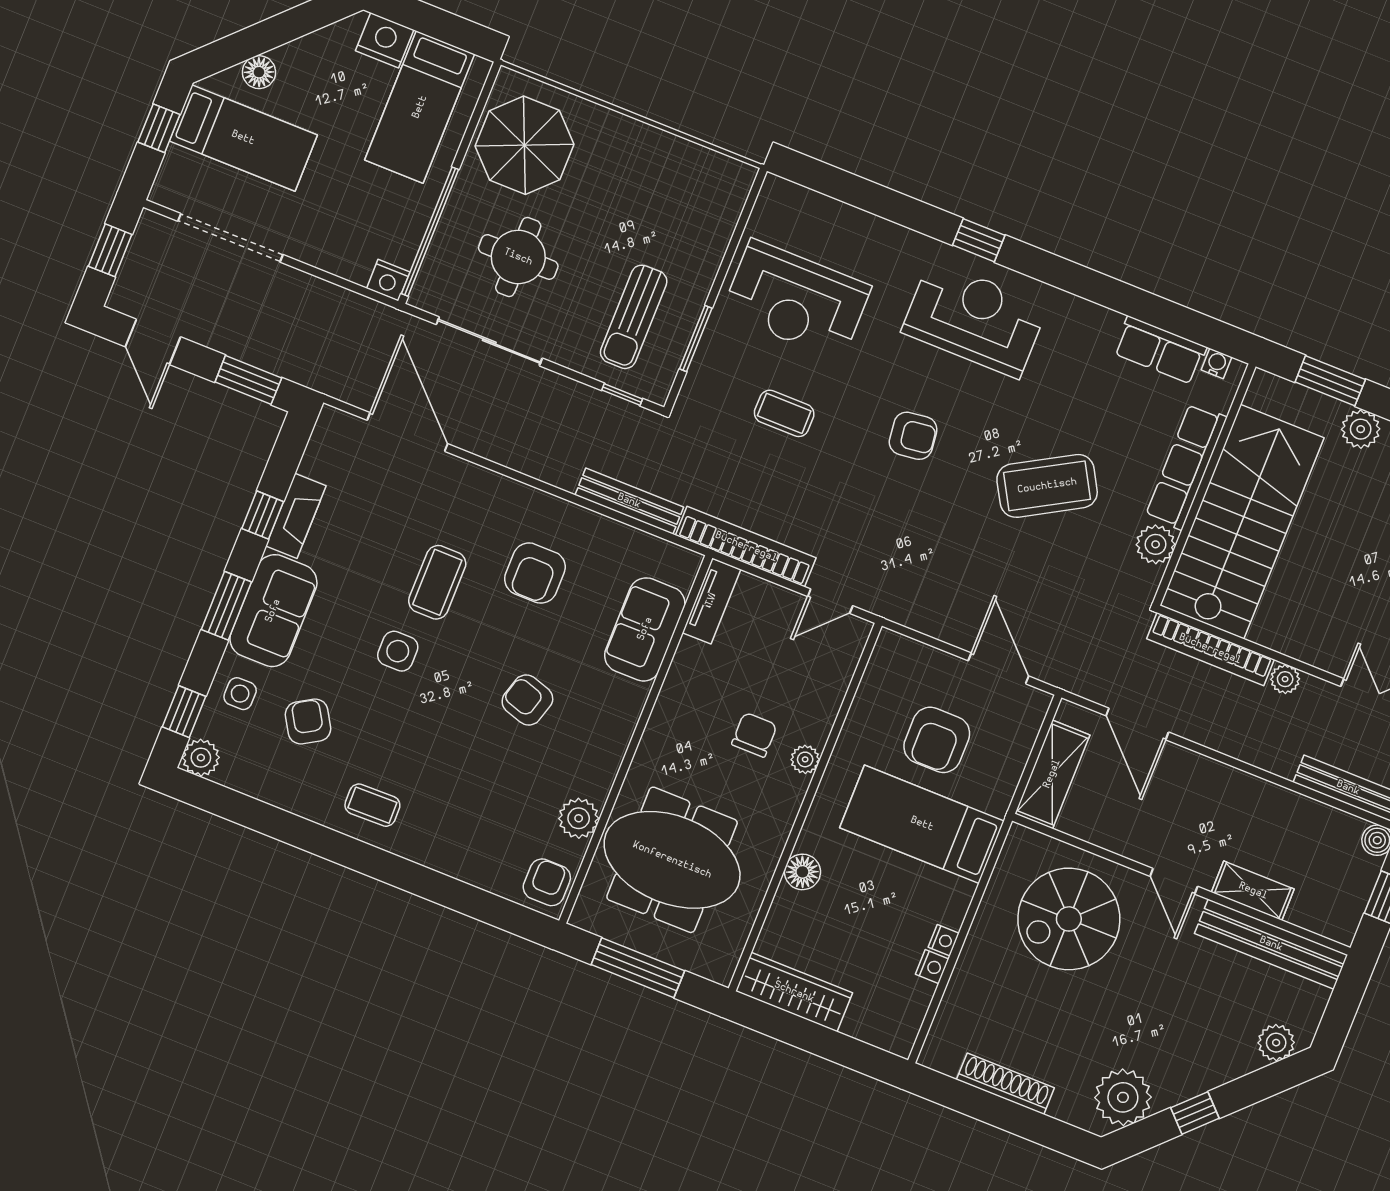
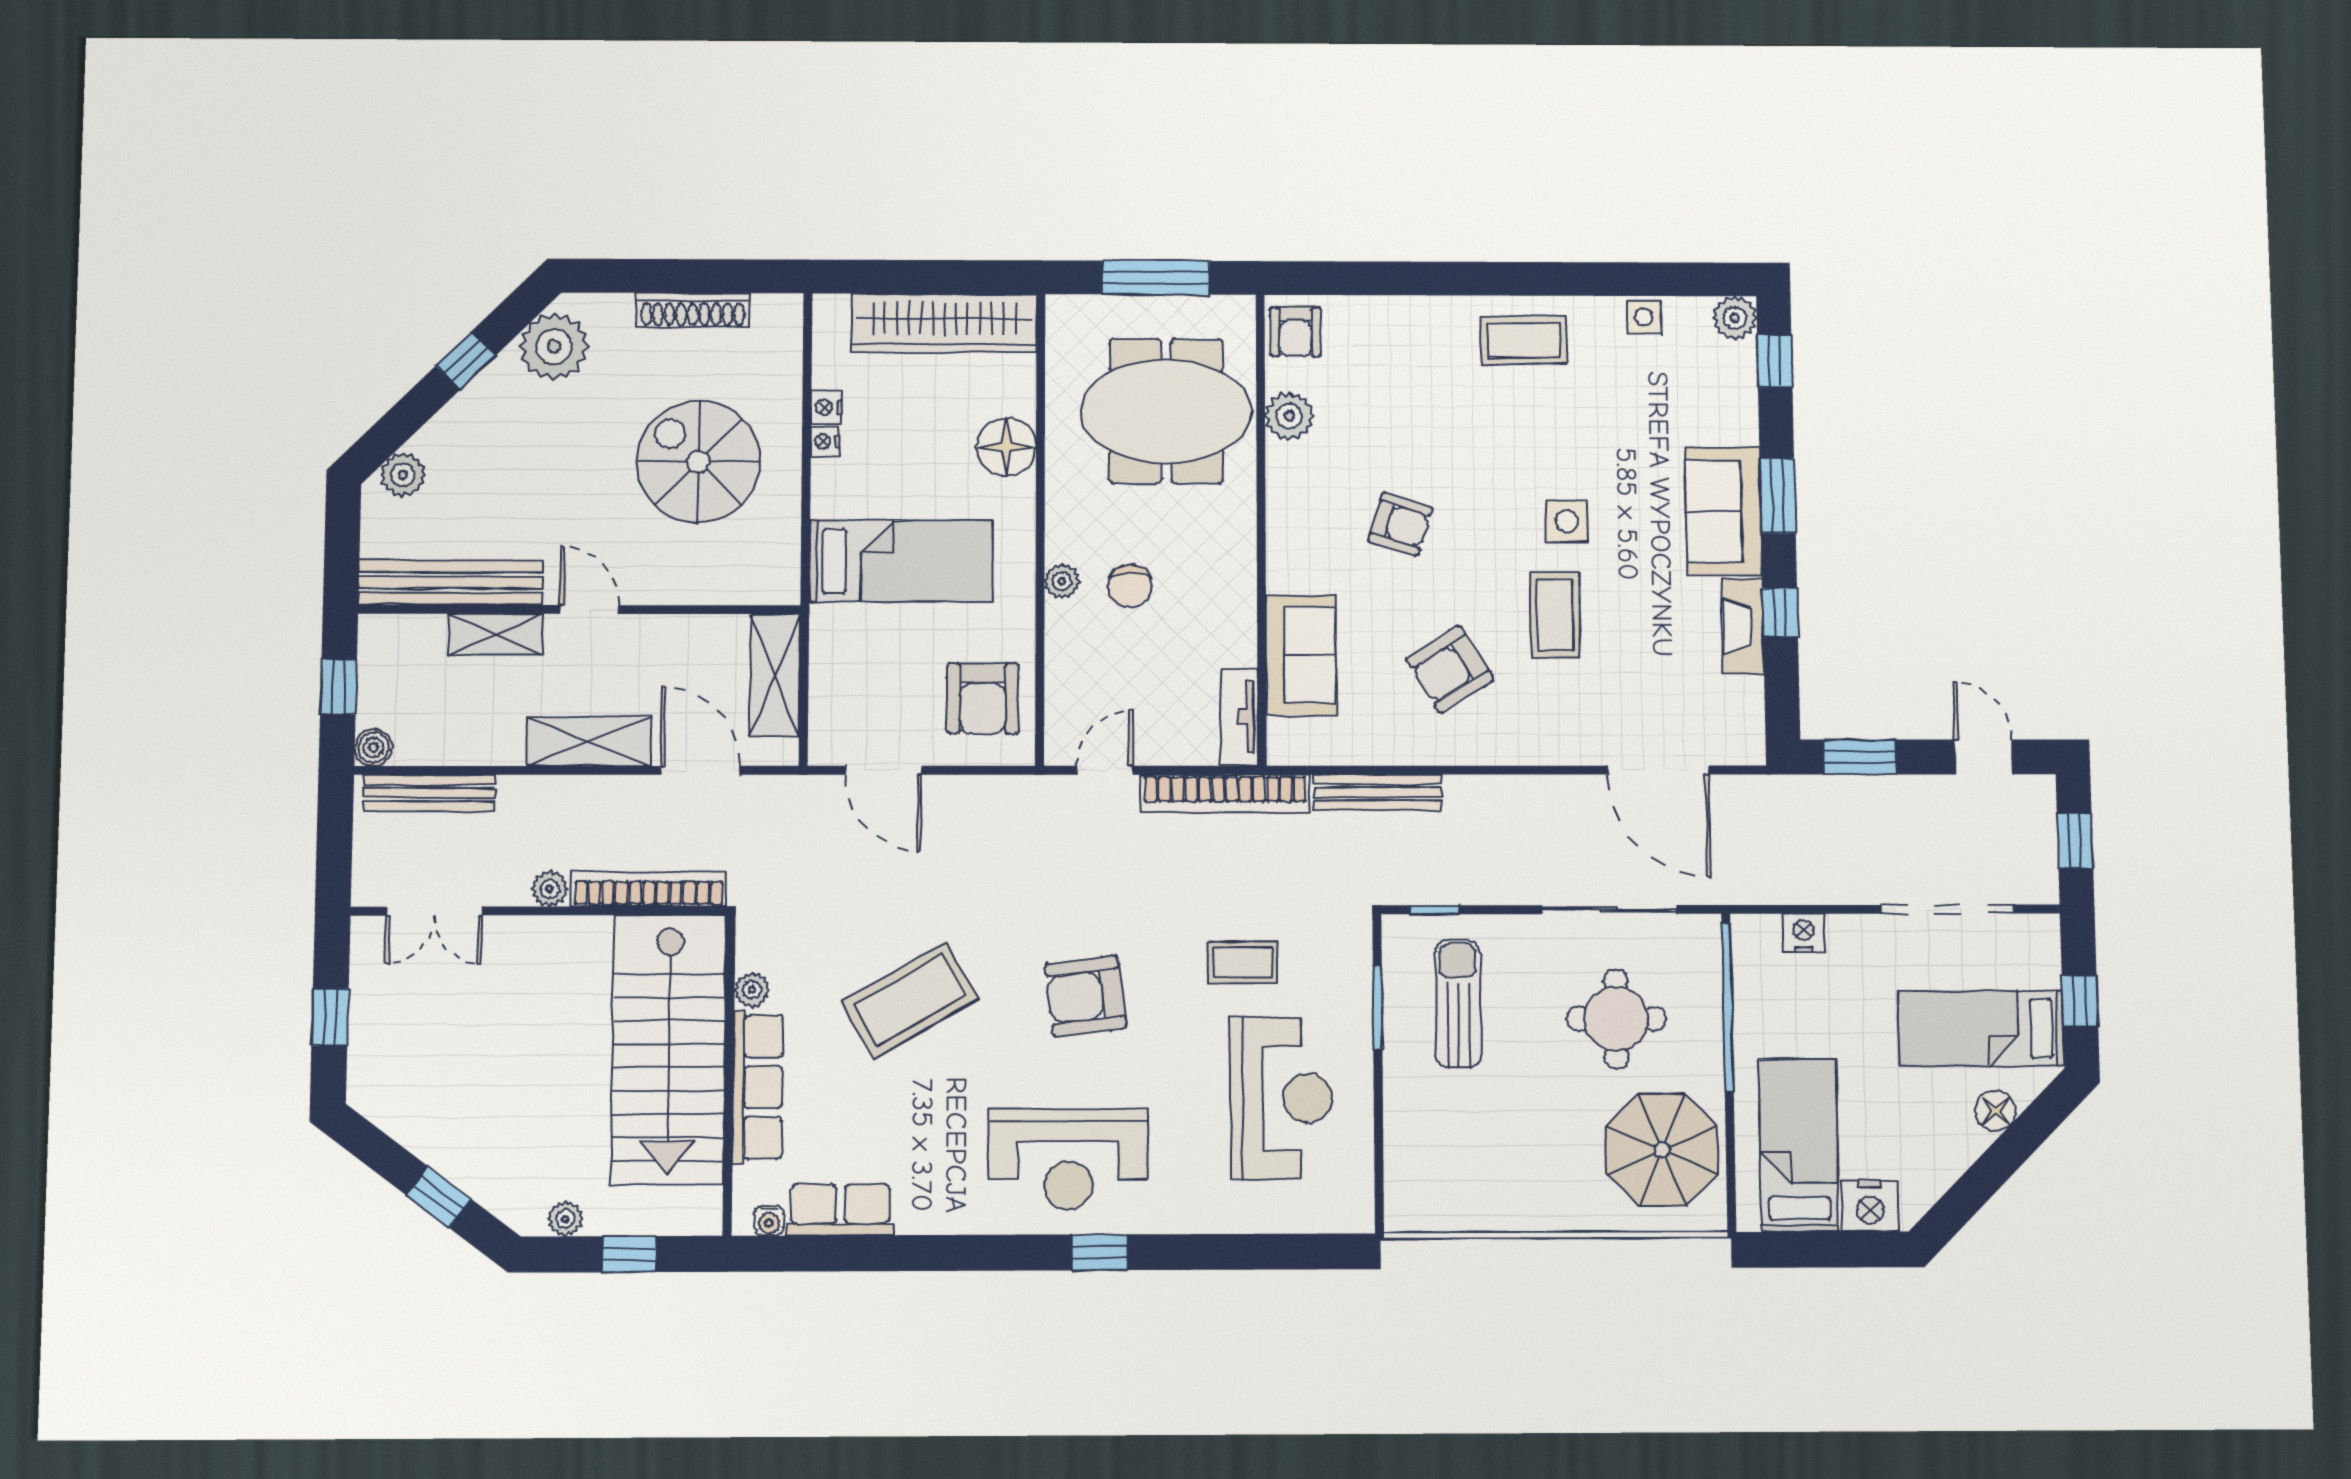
nightstand: (388, 280) -> (1803, 933), moved
reception desk: (796, 300) -> (1281, 1098), turned 90
window: (1330, 381) -> (629, 1254), width x0.67
plant: (1361, 429) -> (565, 1219), width x0.73, depth x0.73
armchair: (913, 436) -> (1086, 996), width x1.38, depth x1.38
plant: (1156, 544) -> (752, 990), width x0.73, depth x0.73
armchair: (535, 573) -> (1450, 669), turned -122
side table: (240, 694) -> (1644, 317), moved
armchair: (308, 722) -> (1634, 404), removed
armchair: (937, 740) -> (983, 698), moved, turned 180
shelving: (1213, 780) -> (589, 742), added
coffee table: (372, 805) -> (1524, 340), width x1.36, depth x1.30
floor lamp: (802, 872) -> (1006, 447), width x1.38, depth x1.38
spiral stairs: (1069, 919) -> (698, 462), moved, turned -90
wardrobe: (794, 992) -> (944, 323), width x1.40, depth x1.17

